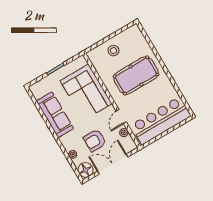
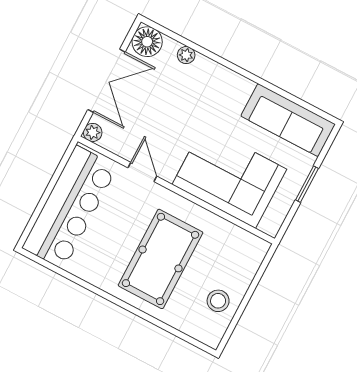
stool: (113, 51) -> (218, 301), moved
sofa: (55, 115) -> (288, 120), moved
plant: (124, 133) -> (93, 132), moved
armchair: (95, 140) -> (162, 103), removed

